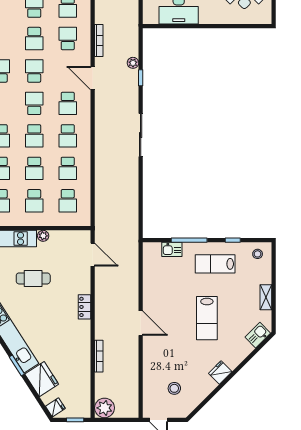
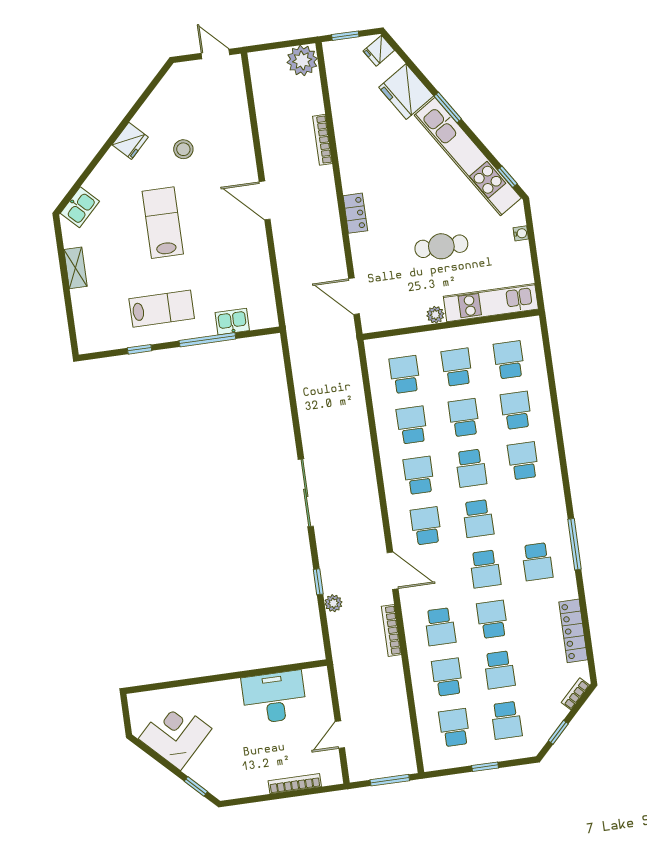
school desk: (34, 136) -> (471, 468), turned 180
stool: (258, 254) -> (98, 333), removed
stool: (174, 388) -> (183, 149), moved

